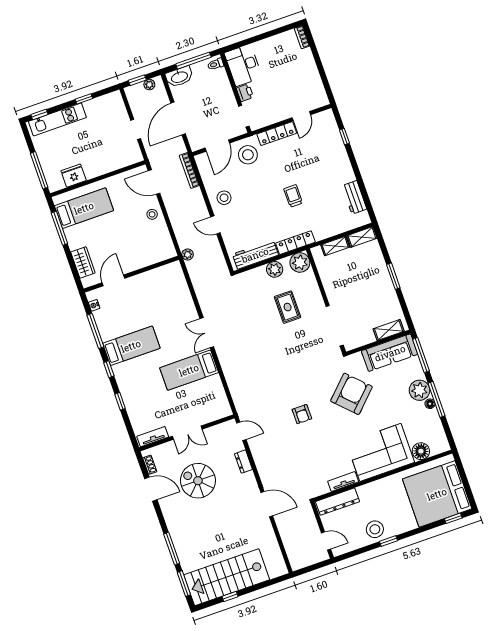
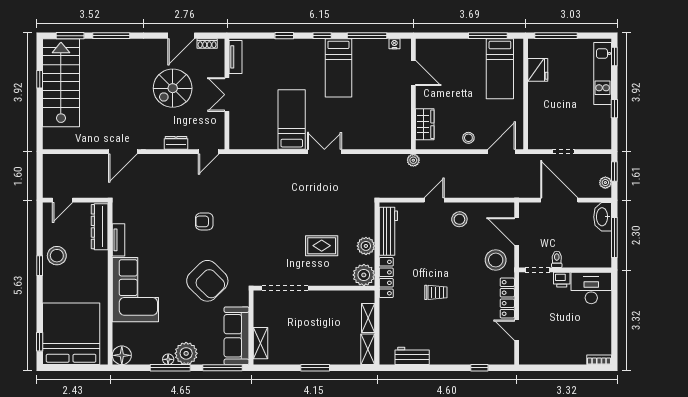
toilet: (216, 64) -> (557, 259), moved
bookcase: (189, 170) -> (501, 193), removed
wardrobe: (83, 262) -> (425, 124), moved, turned -90
floor lamp: (421, 451) -> (122, 355), moved
spiral stairs: (198, 481) -> (173, 88), turned 180

